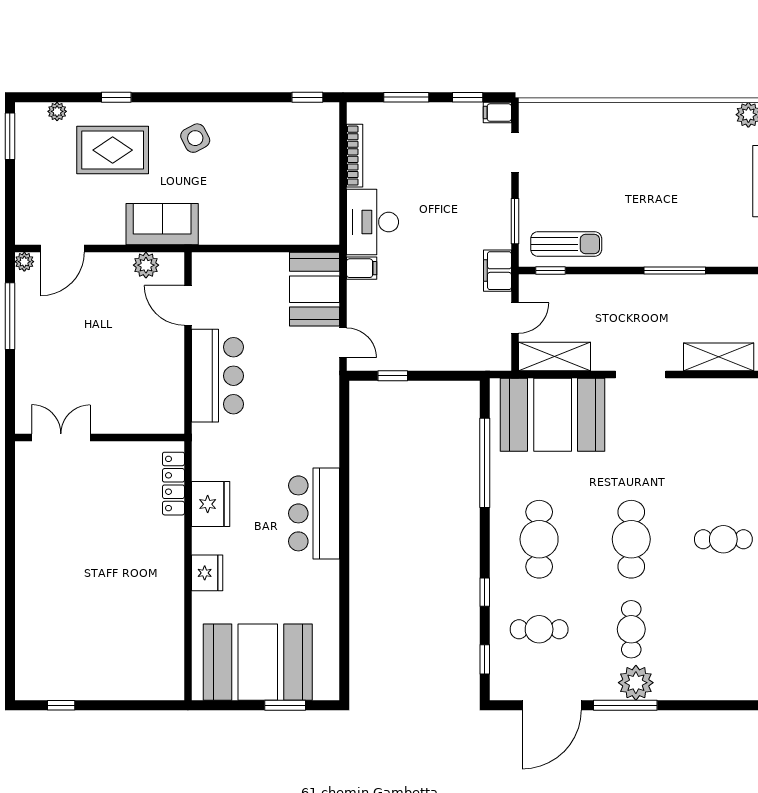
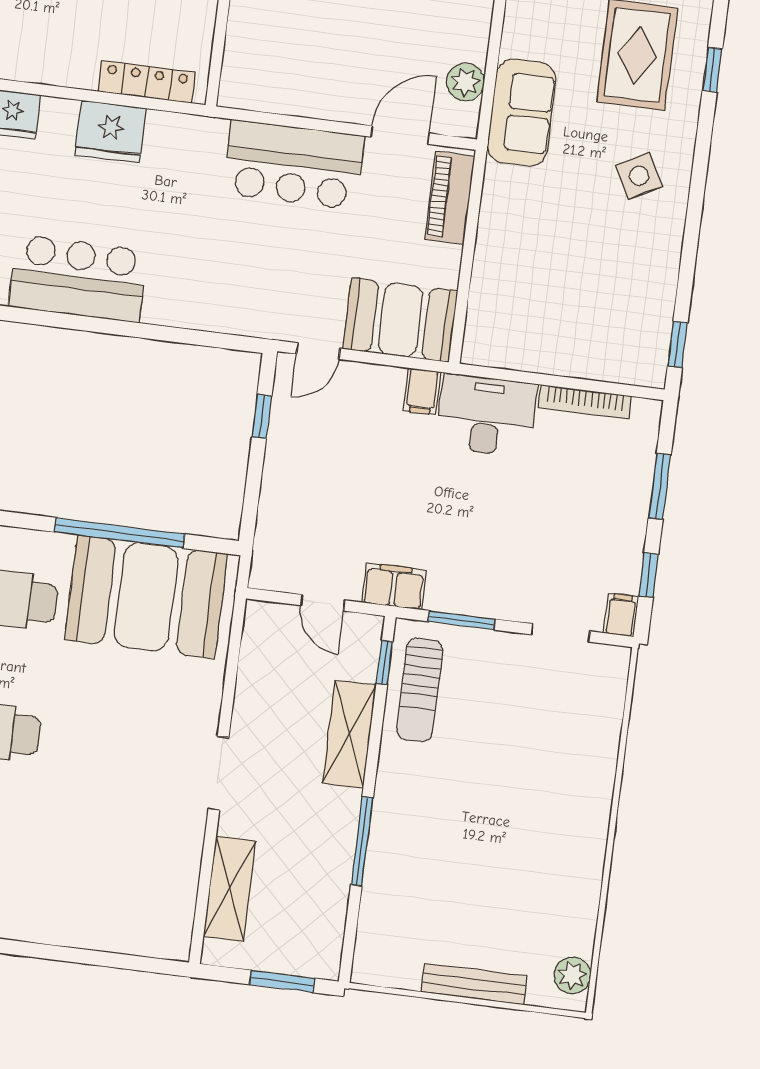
piano: (227, 266) -> (450, 198), added
shelving: (554, 357) -> (349, 734), moved
booth: (553, 415) -> (146, 597), moved, turned 90

